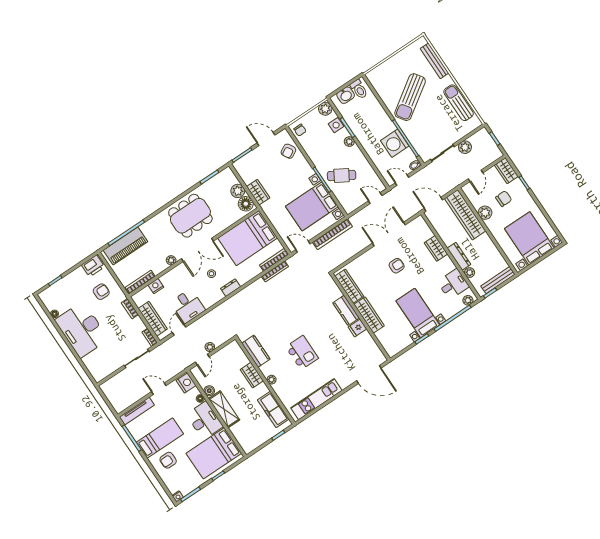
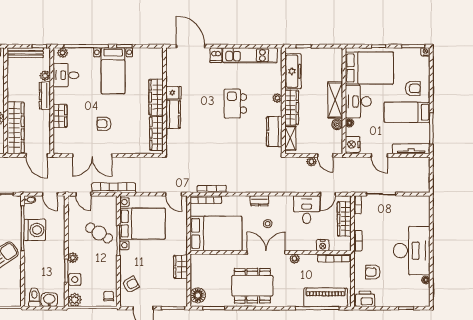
plant: (238, 191) -> (197, 280), removed
floor lamp: (246, 204) -> (198, 295), moved
bookcase: (332, 234) -> (114, 188), moved
shelving: (239, 354) -> (290, 138), added
door: (202, 359) -> (325, 155), swing flipped
wardrobe: (252, 375) -> (292, 107), width x1.50
dishwasher: (344, 381) -> (216, 55), added

